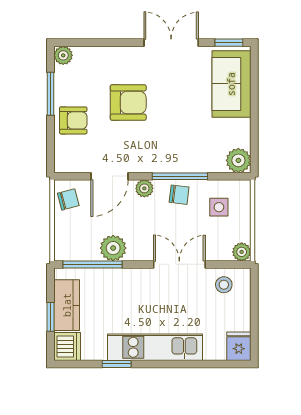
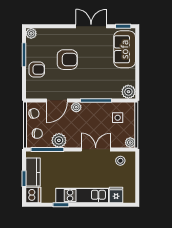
chair: (179, 195) -> (37, 134), moved
fridge: (239, 346) -> (116, 195), moved

